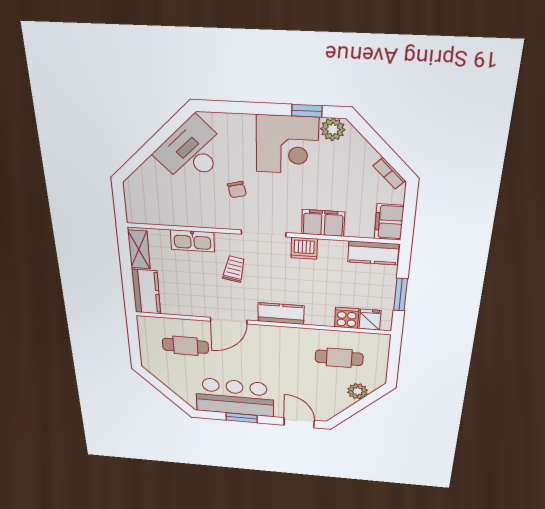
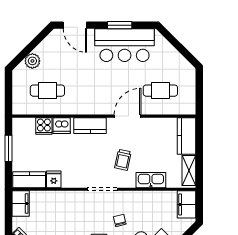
filing cabinet: (323, 223) -> (187, 204), moved, turned 90
dishwasher: (304, 248) -> (62, 126), moved, turned 180
fridge: (370, 320) -> (54, 179), moved, turned 180

